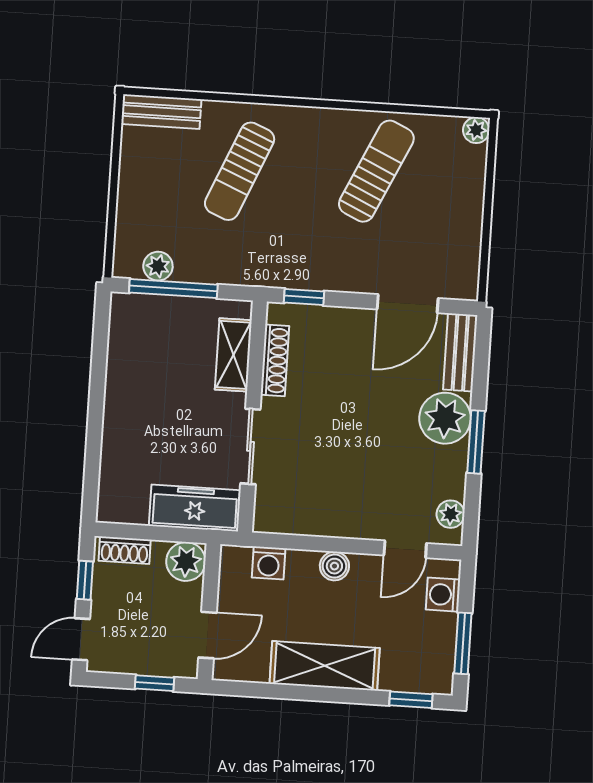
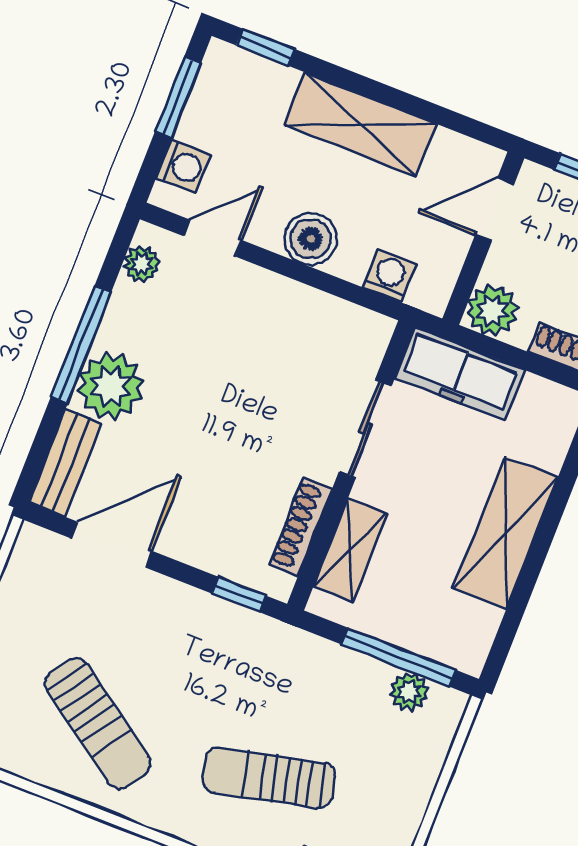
sun lounger: (240, 171) -> (269, 778), turned -126
sun lounger: (376, 171) -> (98, 723), turned -80
shelving: (125, 404) -> (506, 533), added
window: (476, 442) -> (81, 344), width x1.44
boiler: (334, 566) -> (311, 239), width x1.36, depth x1.36

